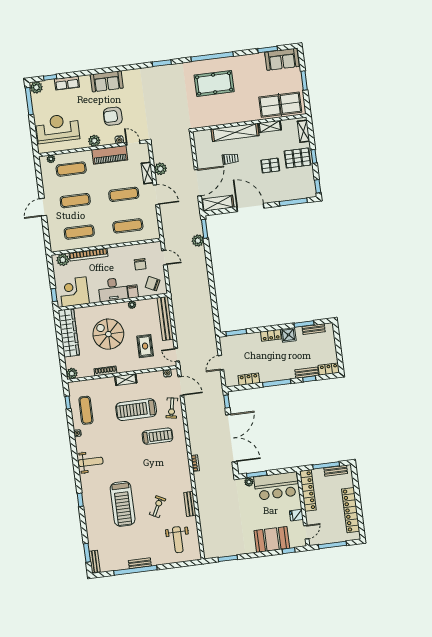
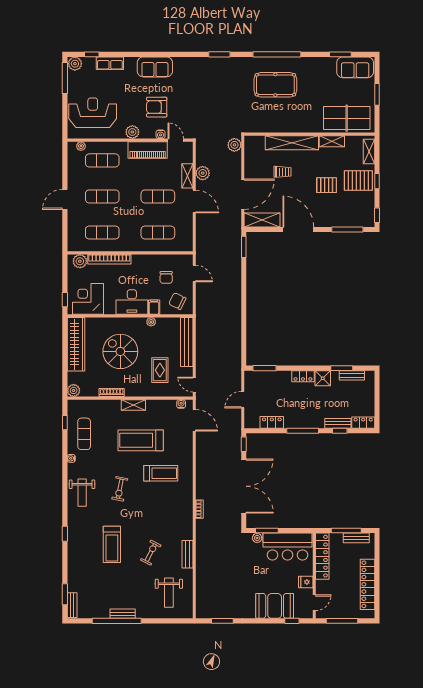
plant: (198, 241) -> (234, 145), moved
exercise bike: (172, 408) -> (120, 489), moved
weight bench: (91, 462) -> (82, 493), turned 90
treadmill: (123, 504) -> (112, 544), width x0.73, depth x0.73

